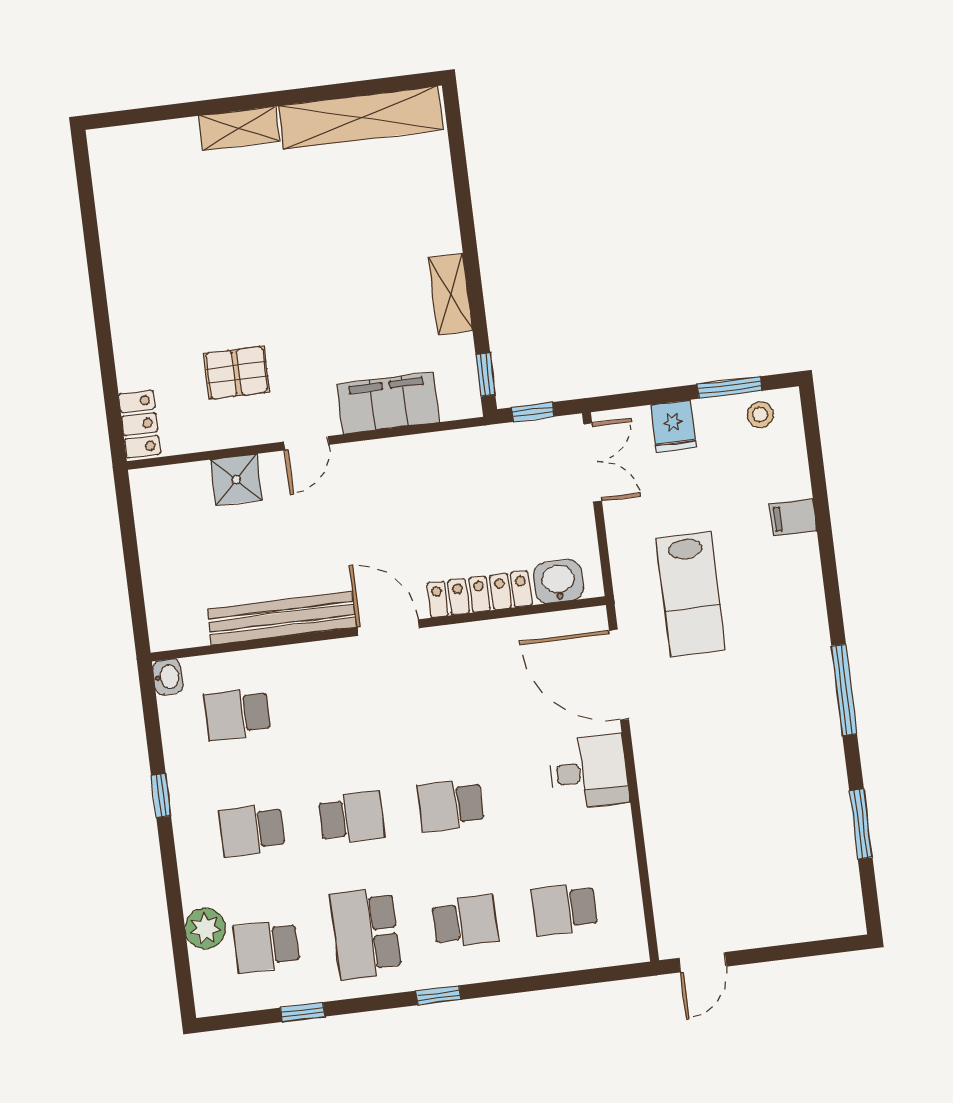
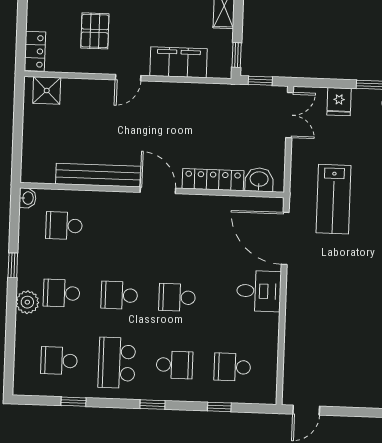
pallet: (236, 373) -> (95, 31), turned 90
shower: (236, 480) -> (47, 91), moved
school desk: (351, 818) -> (119, 295), turned 180
plant: (205, 928) -> (27, 302), moved
window: (553, 981) -> (219, 407), added

